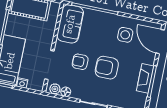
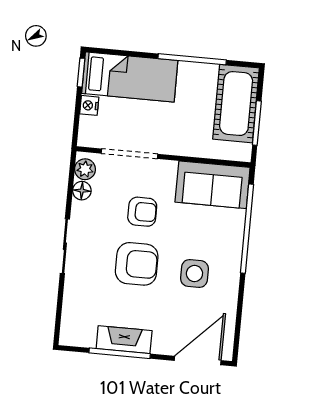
side table: (125, 35) -> (194, 274), moved
armchair: (80, 62) -> (142, 212), turned 90
armchair: (107, 68) -> (137, 264), turned 90

